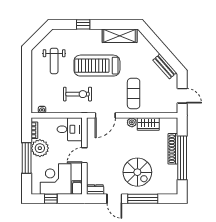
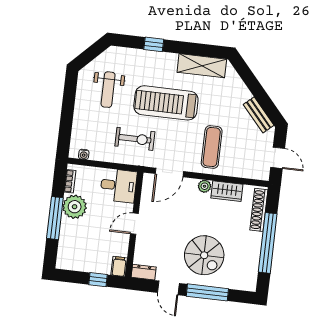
shoe rack: (173, 149) -> (259, 210), moved
corner desk: (56, 179) -> (91, 251), removed
window: (51, 199) -> (98, 280), moved

